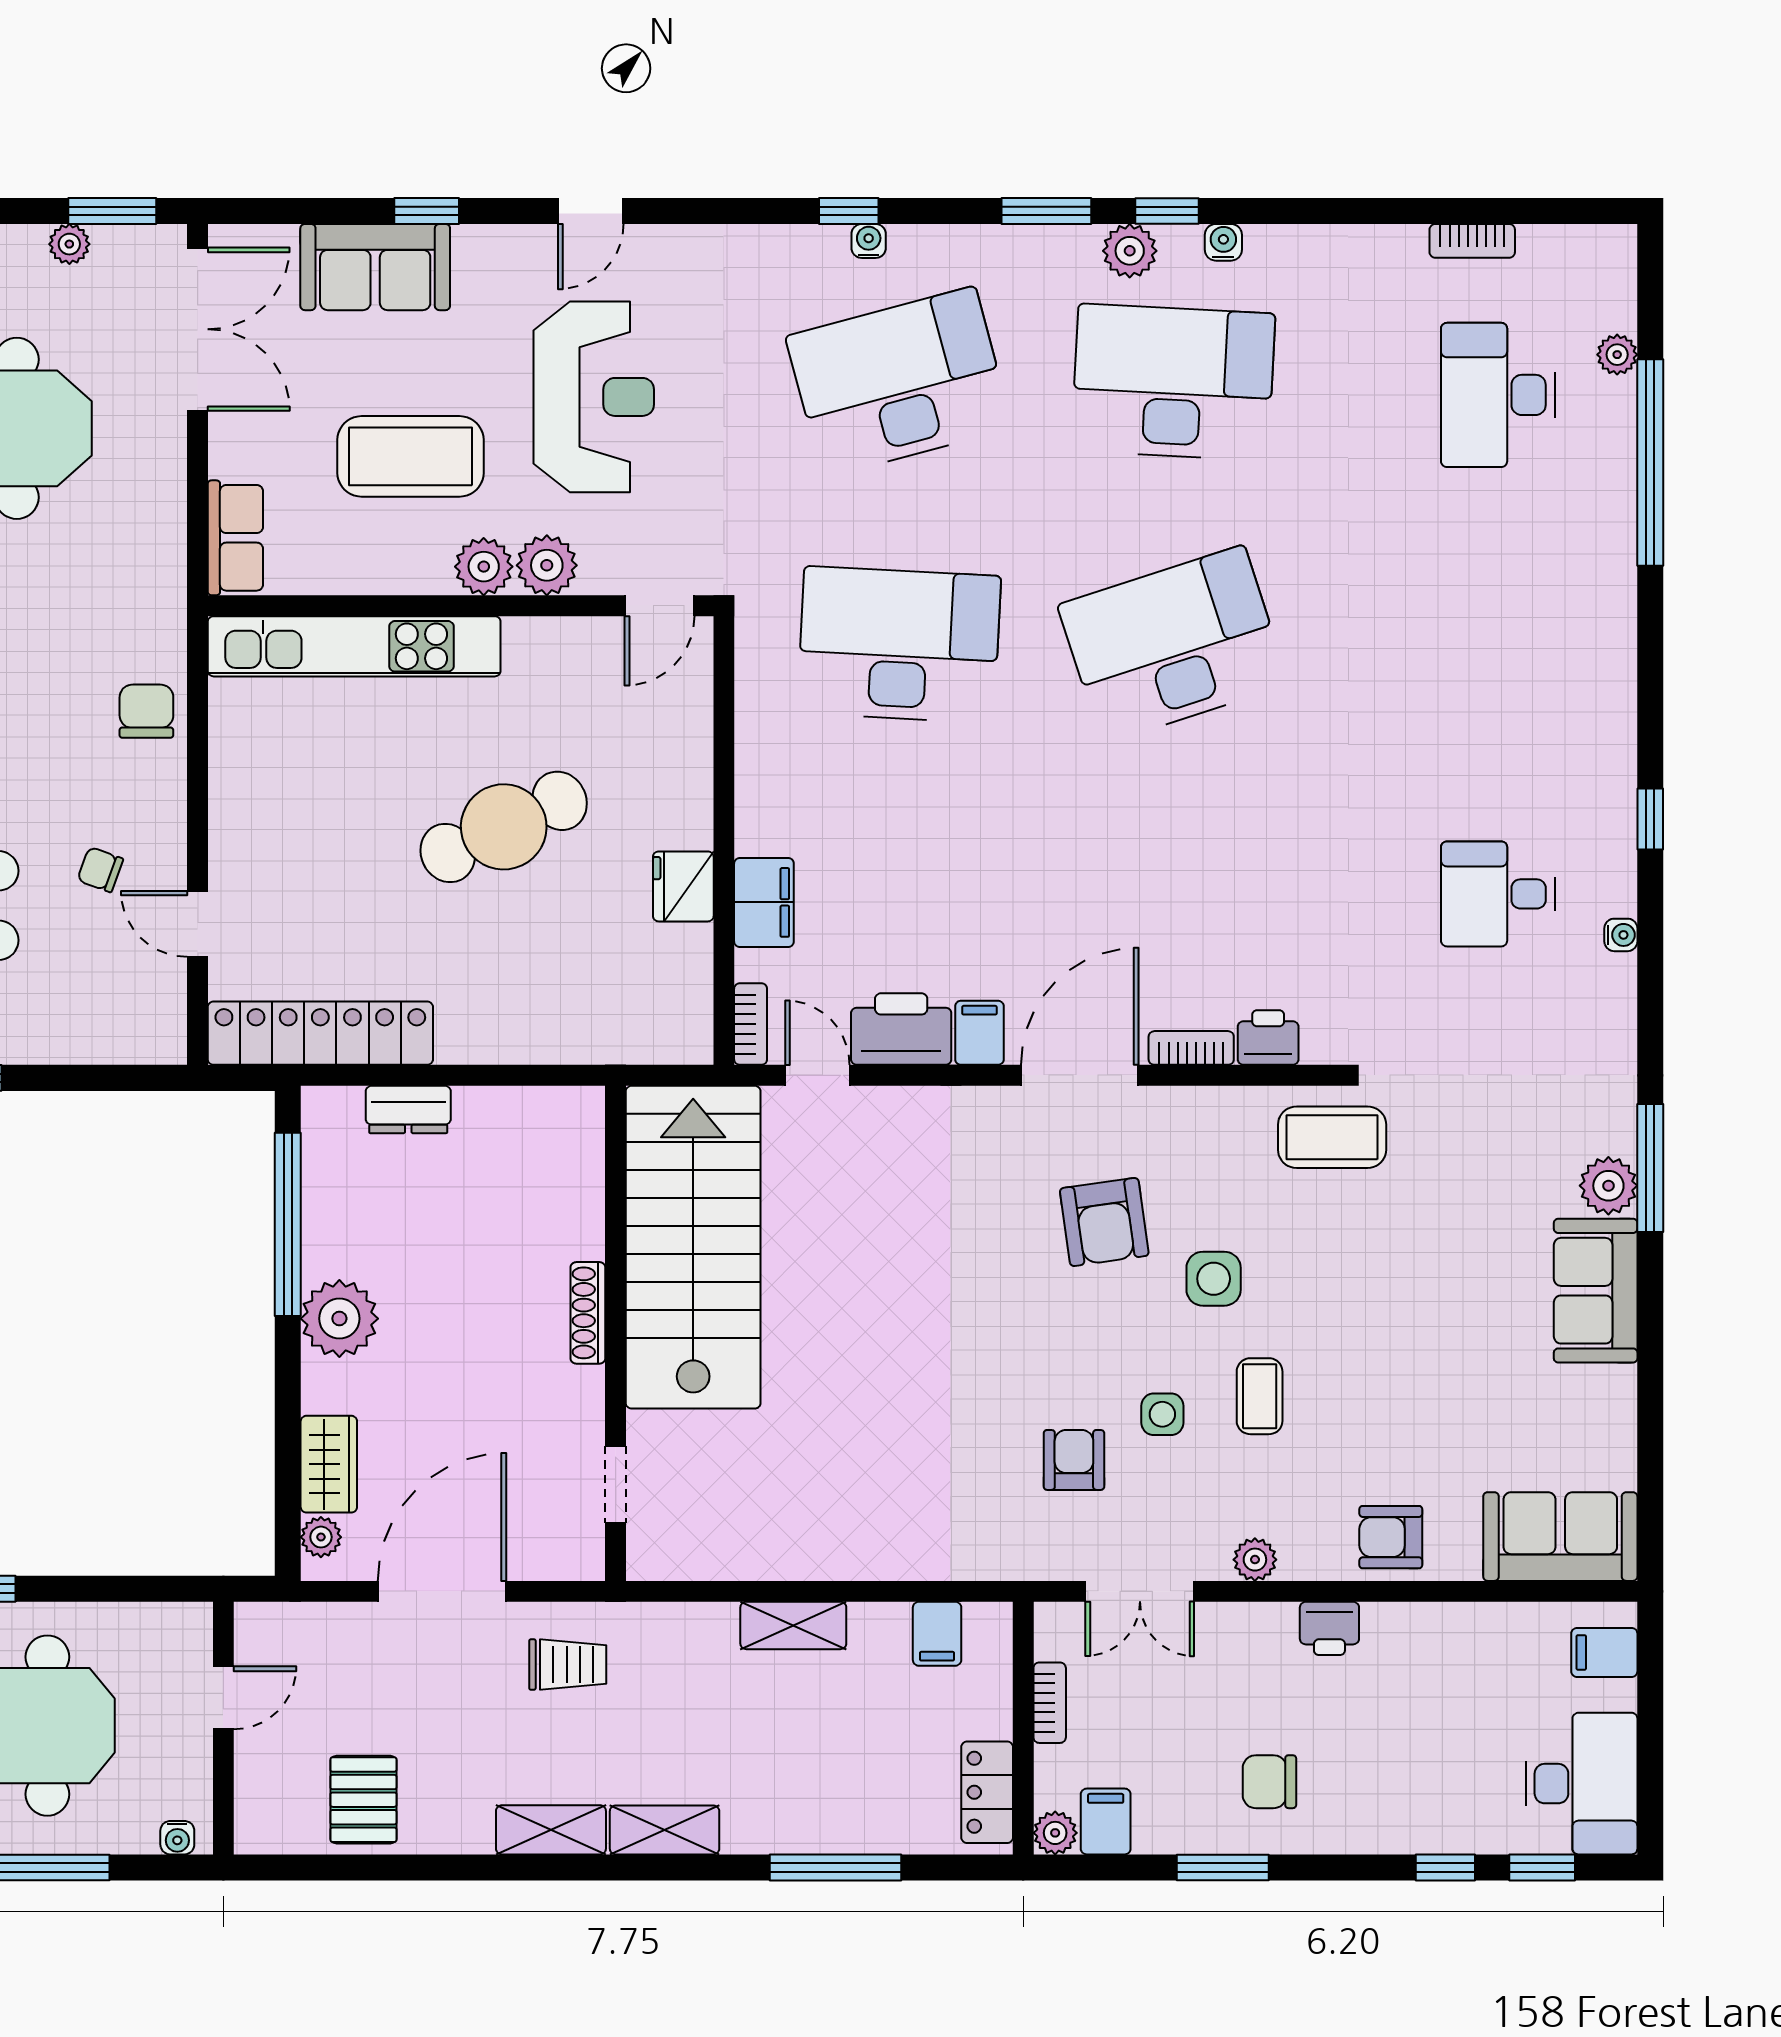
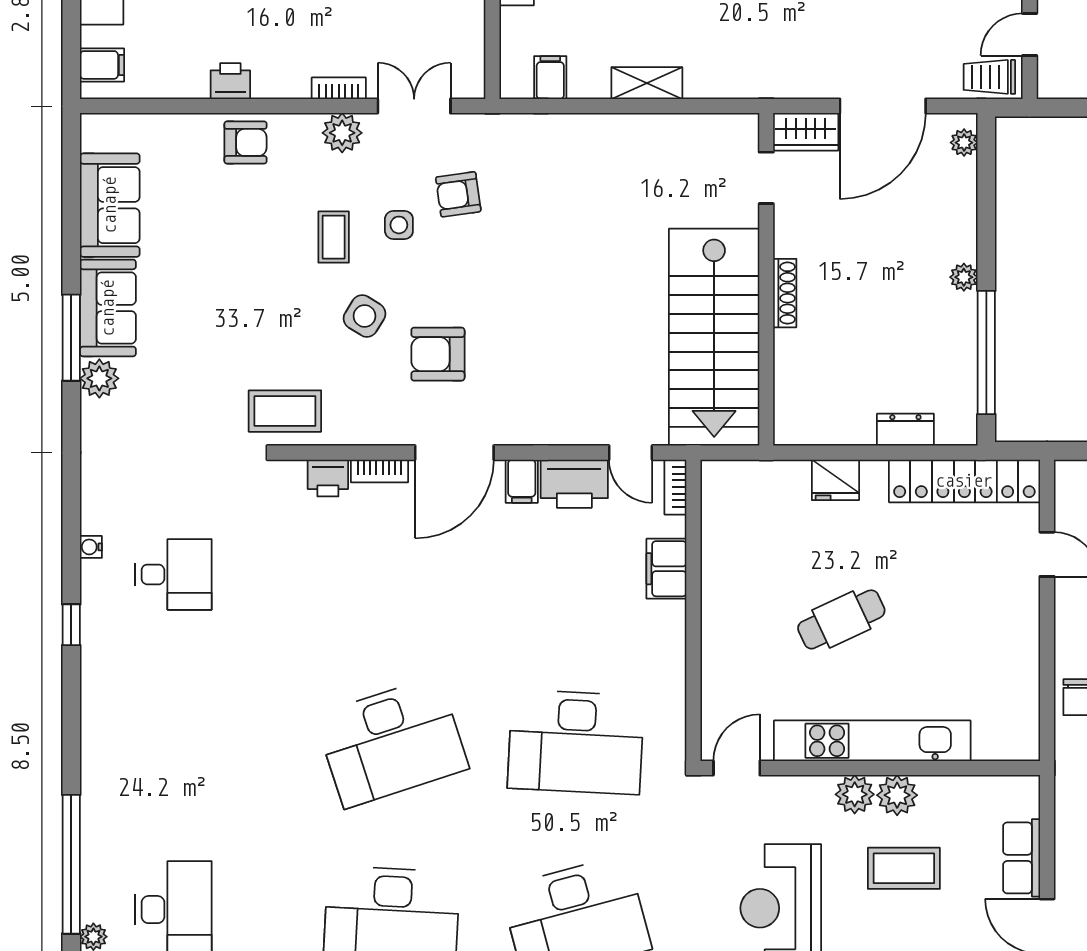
coffee table: (410, 456) -> (904, 868), width x0.73, depth x0.76
row of seats: (235, 538) -> (1022, 858), moved
plant: (547, 565) -> (897, 795), moved
kitchen unit: (354, 646) -> (872, 741), moved
cafe table: (504, 827) -> (841, 619), width x0.73, depth x0.74
fridge: (683, 886) -> (835, 480), moved, turned 90
window: (1650, 1168) -> (71, 338), moved
armchair: (1104, 1222) -> (438, 354), turned -82
side table: (1214, 1279) -> (365, 316), turned 32
plant: (339, 1319) -> (964, 277), width x0.53, depth x0.53
armchair: (1074, 1460) -> (458, 194), turned 82
wardrobe: (329, 1464) -> (806, 132), moved, turned -90
sofa: (1560, 1537) -> (110, 205), moved, turned -90
plant: (1255, 1560) -> (342, 133), width x1.38, depth x1.38
printer: (1329, 1628) -> (230, 81), moved
trolley: (568, 1665) -> (989, 77), moved
bookcase: (1050, 1703) -> (339, 88), moved, turned 90

